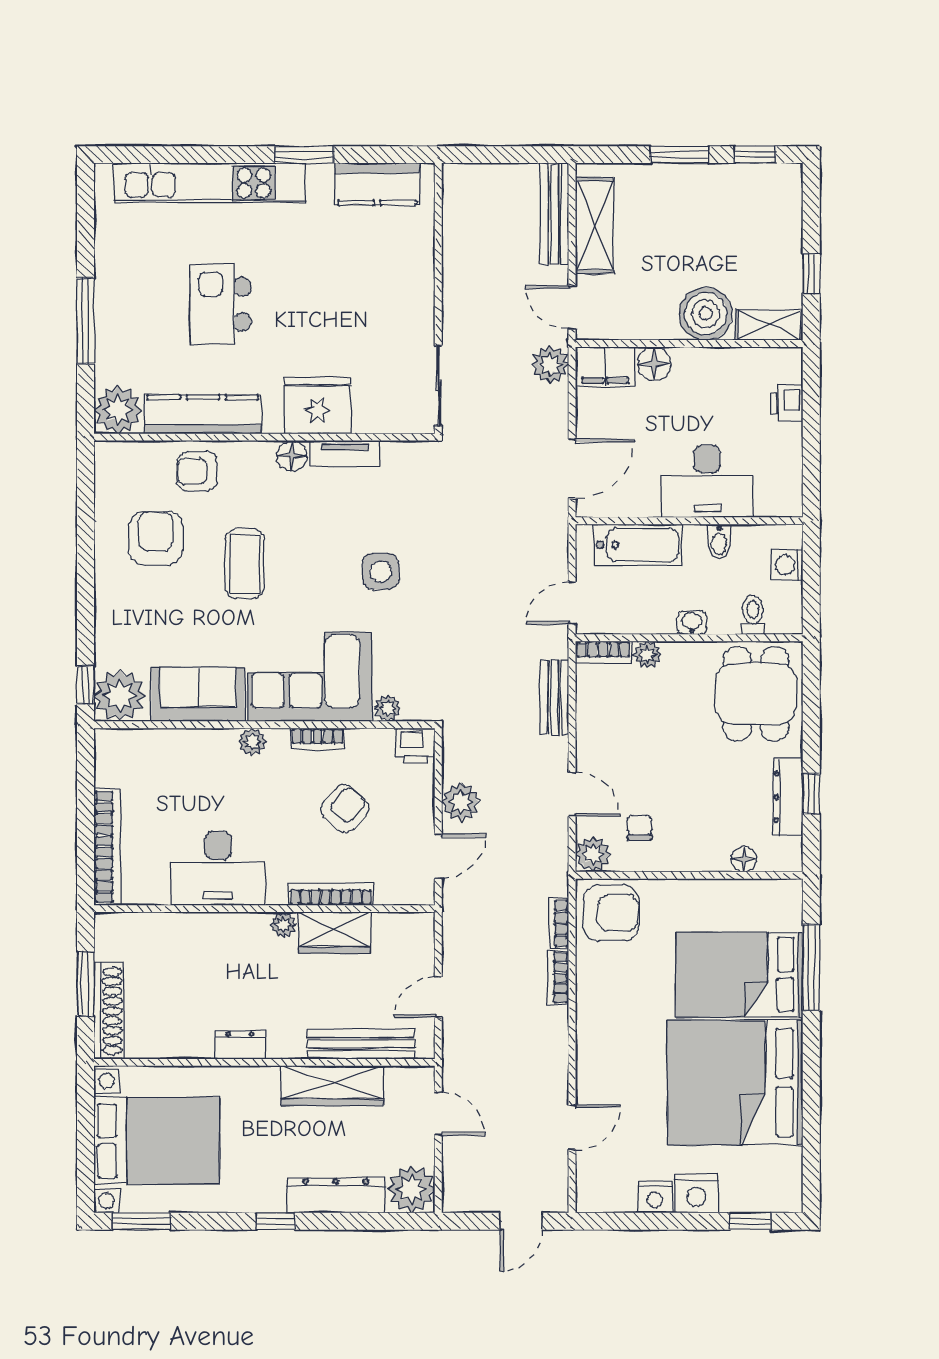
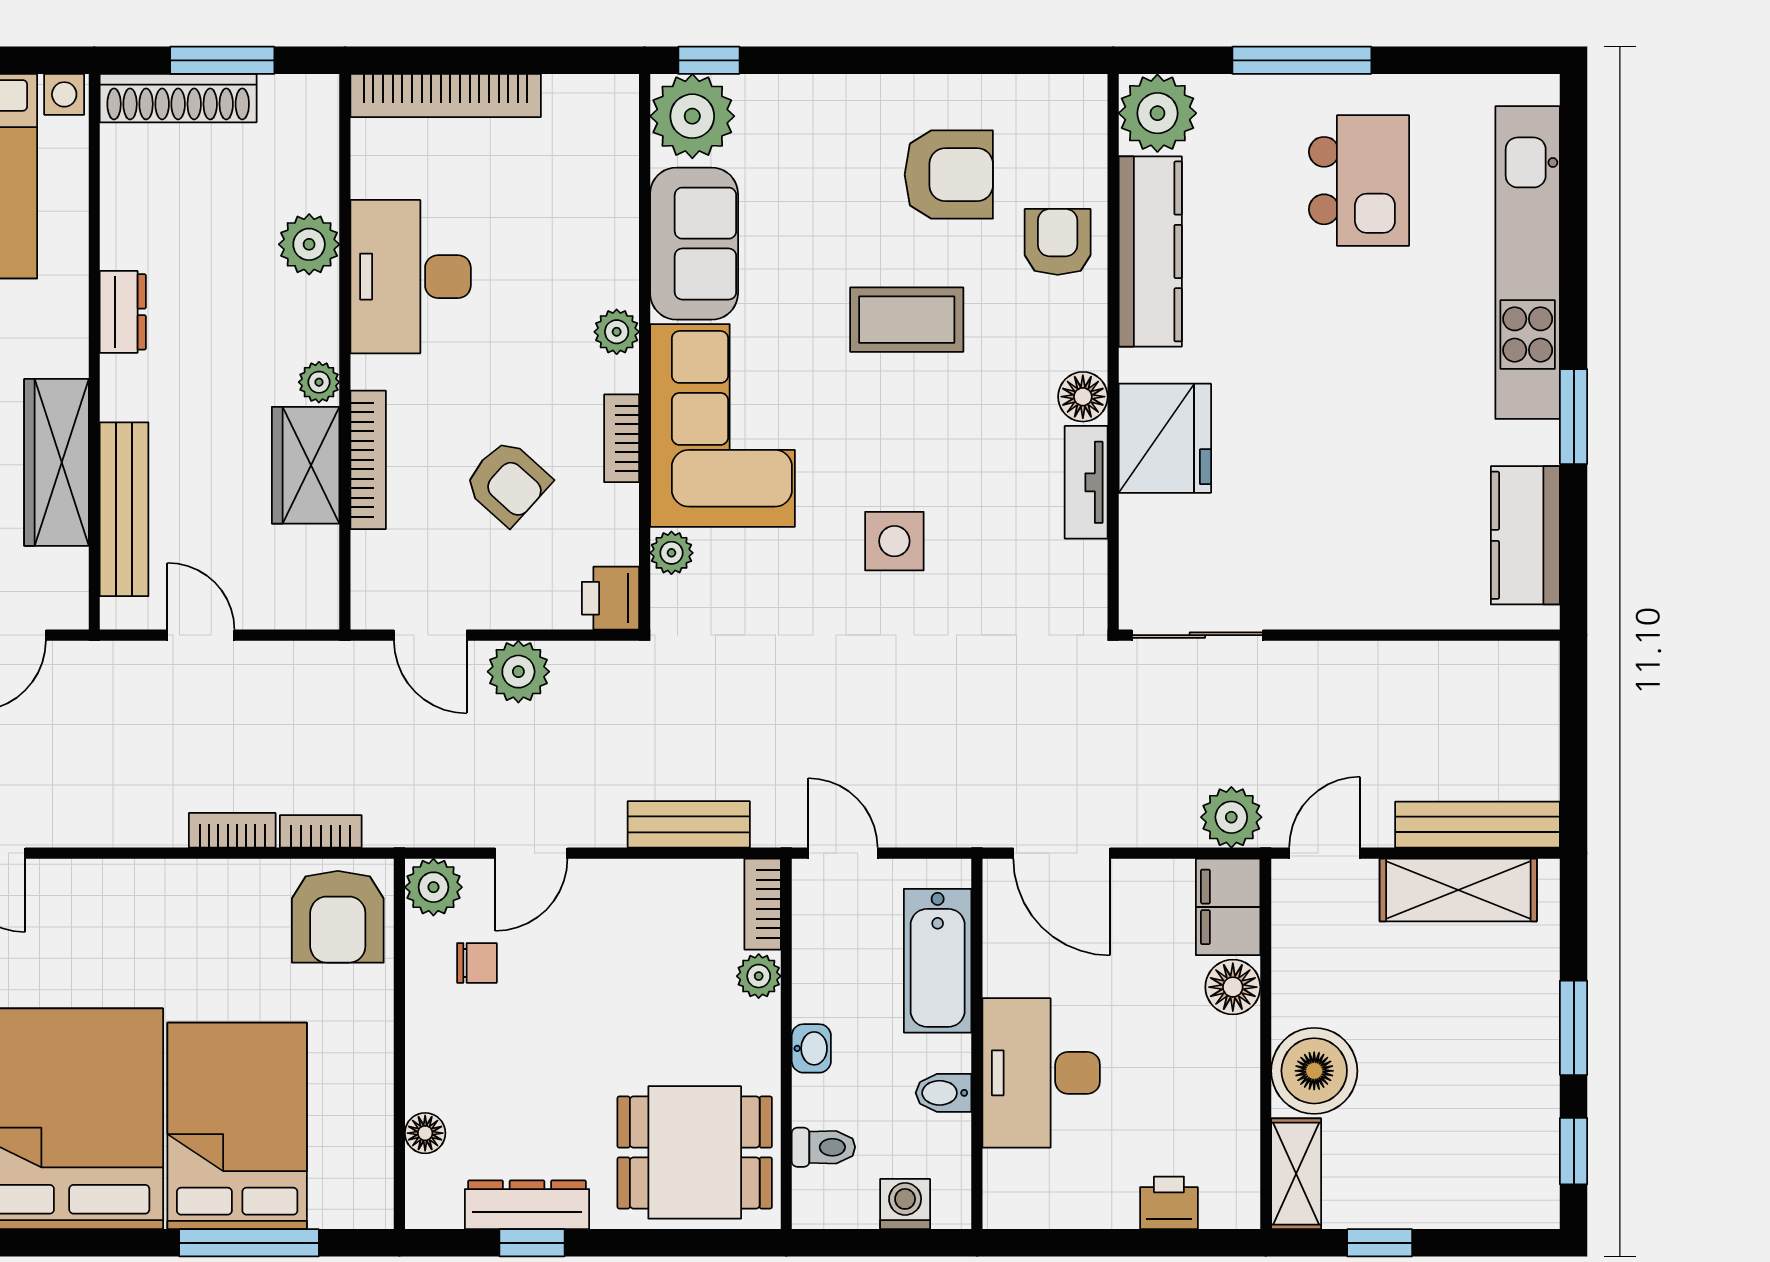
kitchen island: (221, 304) -> (1359, 181), moved, turned 90
plant: (199, 931) -> (309, 244), added

